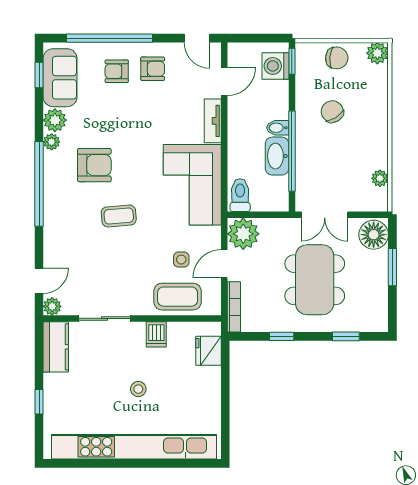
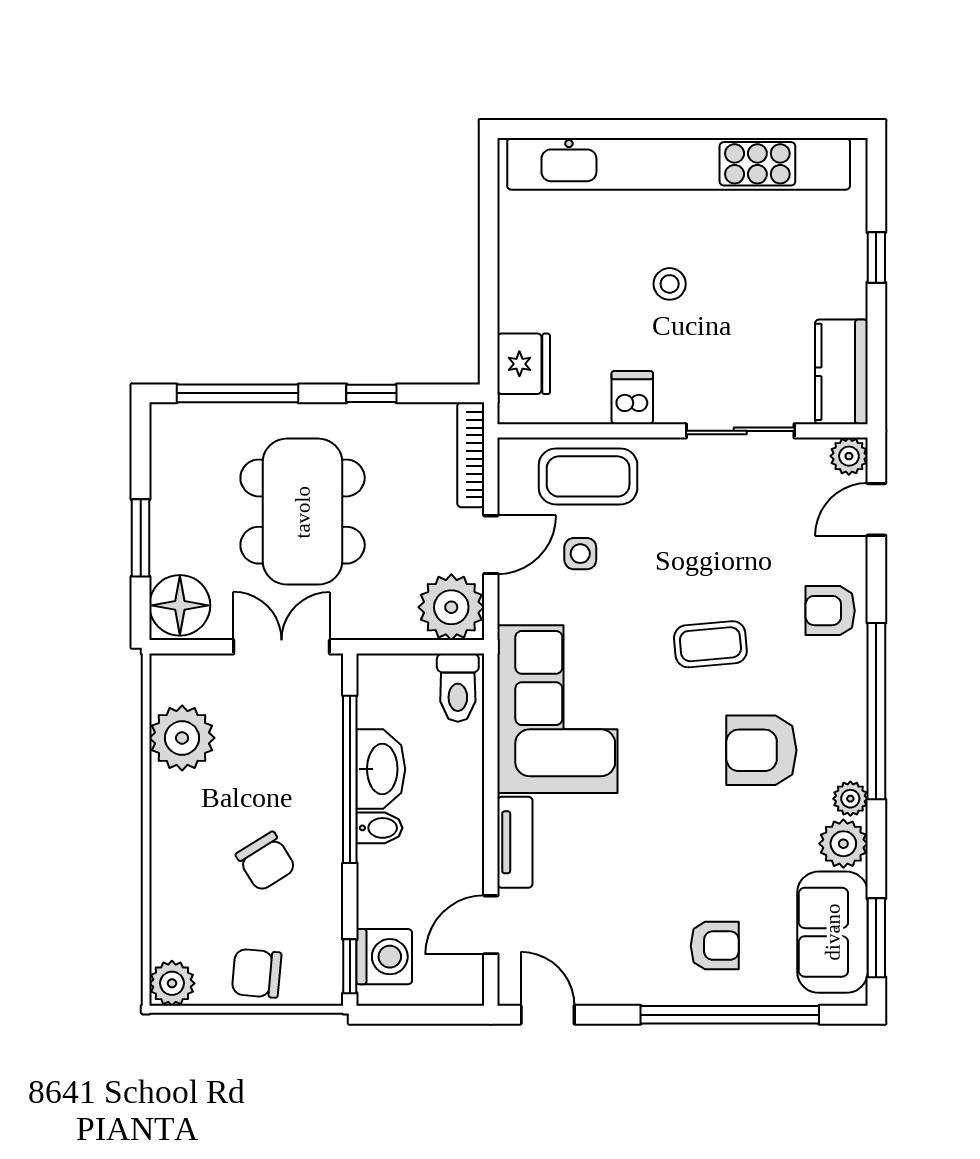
armchair: (153, 69) -> (830, 611), moved
window: (39, 75) -> (876, 938), width x1.50
plant: (380, 178) -> (182, 738), width x1.87, depth x1.87
window: (346, 336) -> (238, 393), width x2.17

